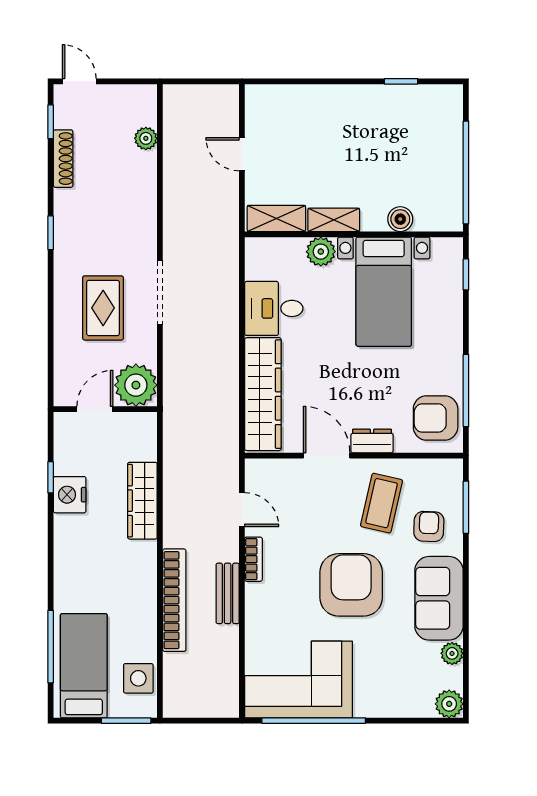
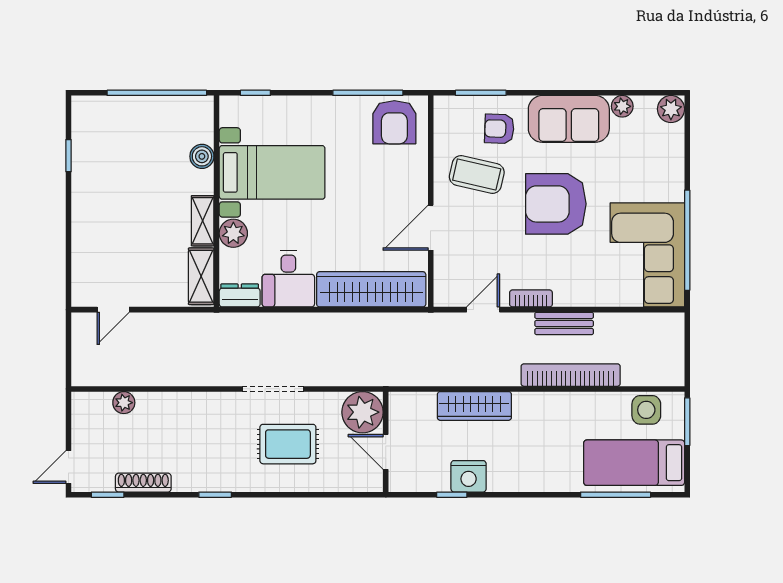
door: (242, 154) -> (113, 310), moved
dresser: (372, 441) -> (240, 295), moved, turned 90

